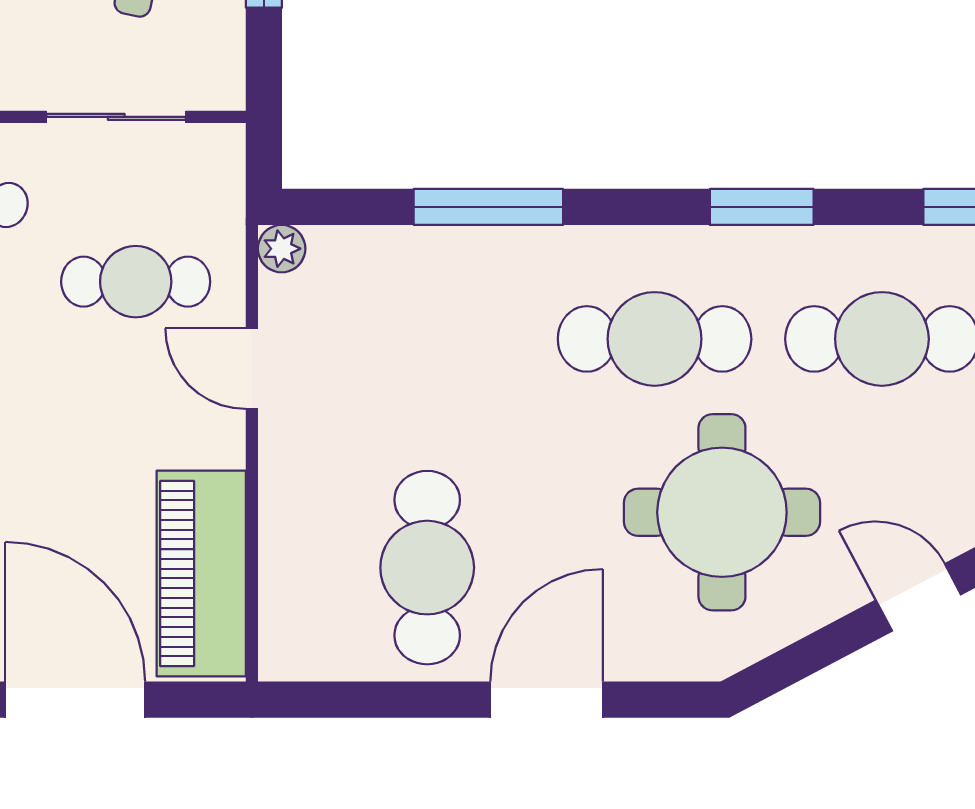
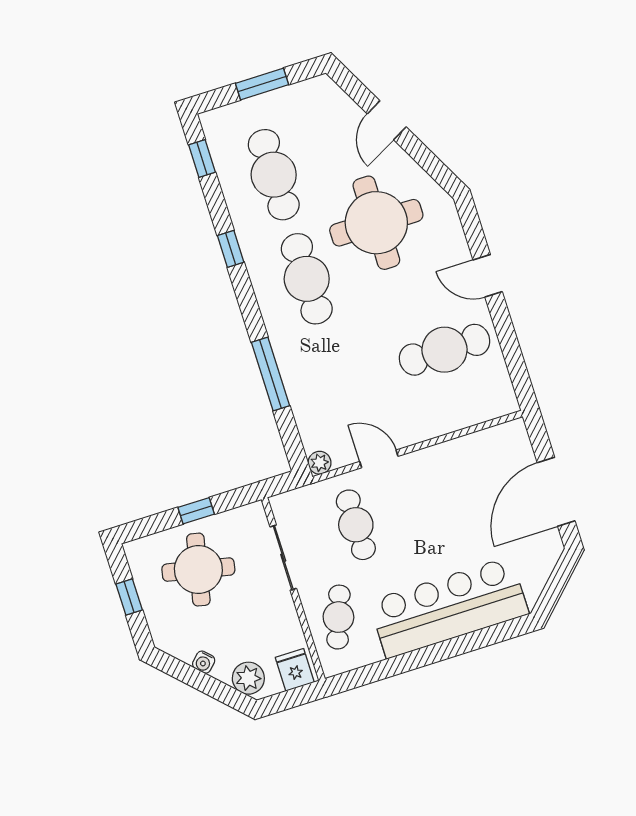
window: (762, 207) -> (231, 249), width x0.67
door: (252, 369) -> (379, 459), swing flipped
piano: (201, 574) -> (480, 452), removed
door: (547, 700) -> (488, 276), width x0.73

